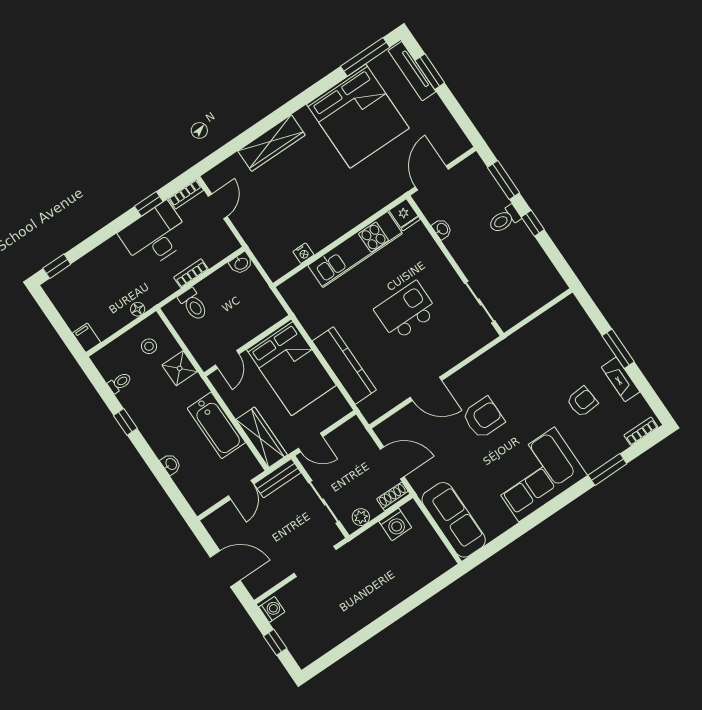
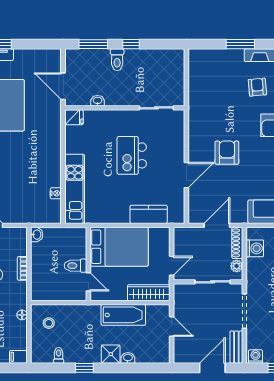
kitchen unit: (355, 249) -> (75, 189), moved
toilet: (193, 304) -> (75, 266), moved, turned 180
kitchen counter: (344, 365) -> (149, 214), width x0.67
shower: (180, 368) -> (111, 354), moved
bench: (277, 478) -> (236, 347), moved
shoe rack: (393, 496) -> (237, 243), width x1.43

